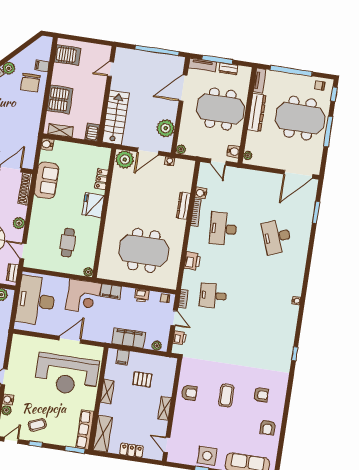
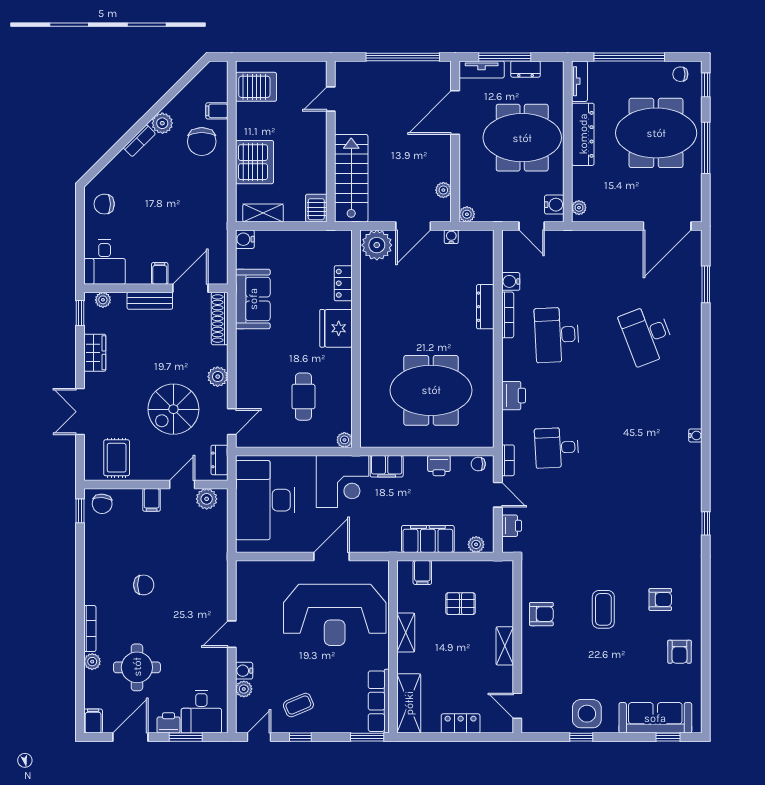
plant: (166, 128) -> (443, 190), width x0.53, depth x0.53
door: (23, 251) -> (232, 422), swing flipped

